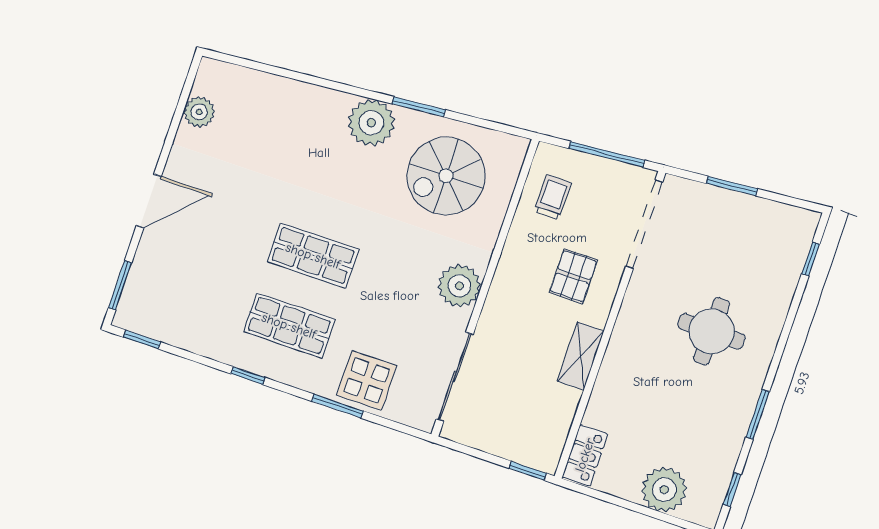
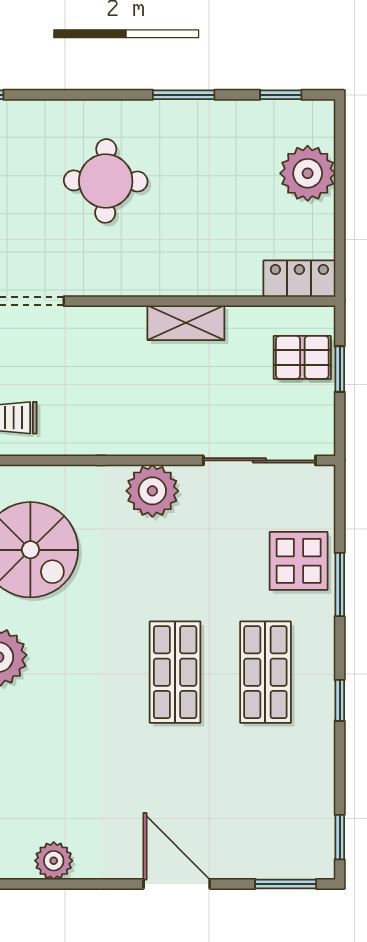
pallet: (573, 276) -> (302, 357), moved
window: (528, 471) -> (340, 369), moved

